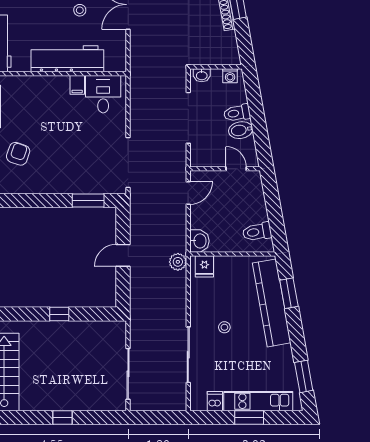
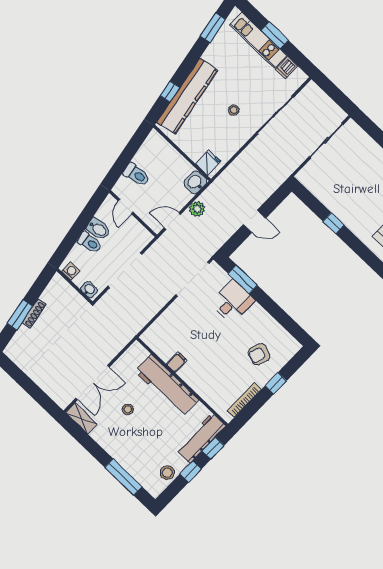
desk: (103, 94) -> (232, 302), moved, turned 180
toilet: (257, 232) -> (137, 175), moved
plant: (178, 262) -> (197, 209), moved
window: (289, 293) -> (170, 92), width x0.67

